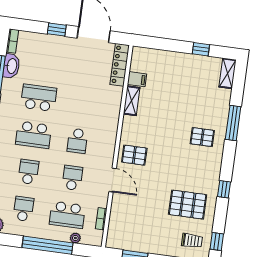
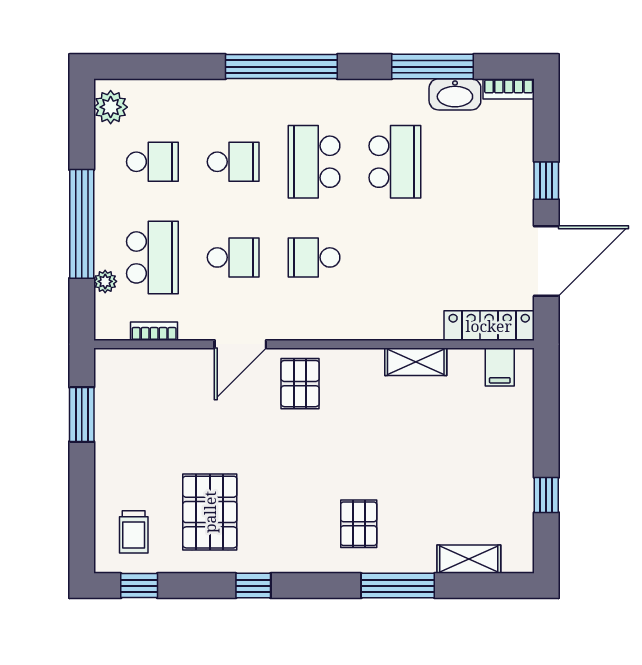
shelving: (228, 73) -> (469, 559), moved
filing cabinet: (137, 79) -> (500, 367), moved
school desk: (67, 215) -> (152, 257), turned 180

